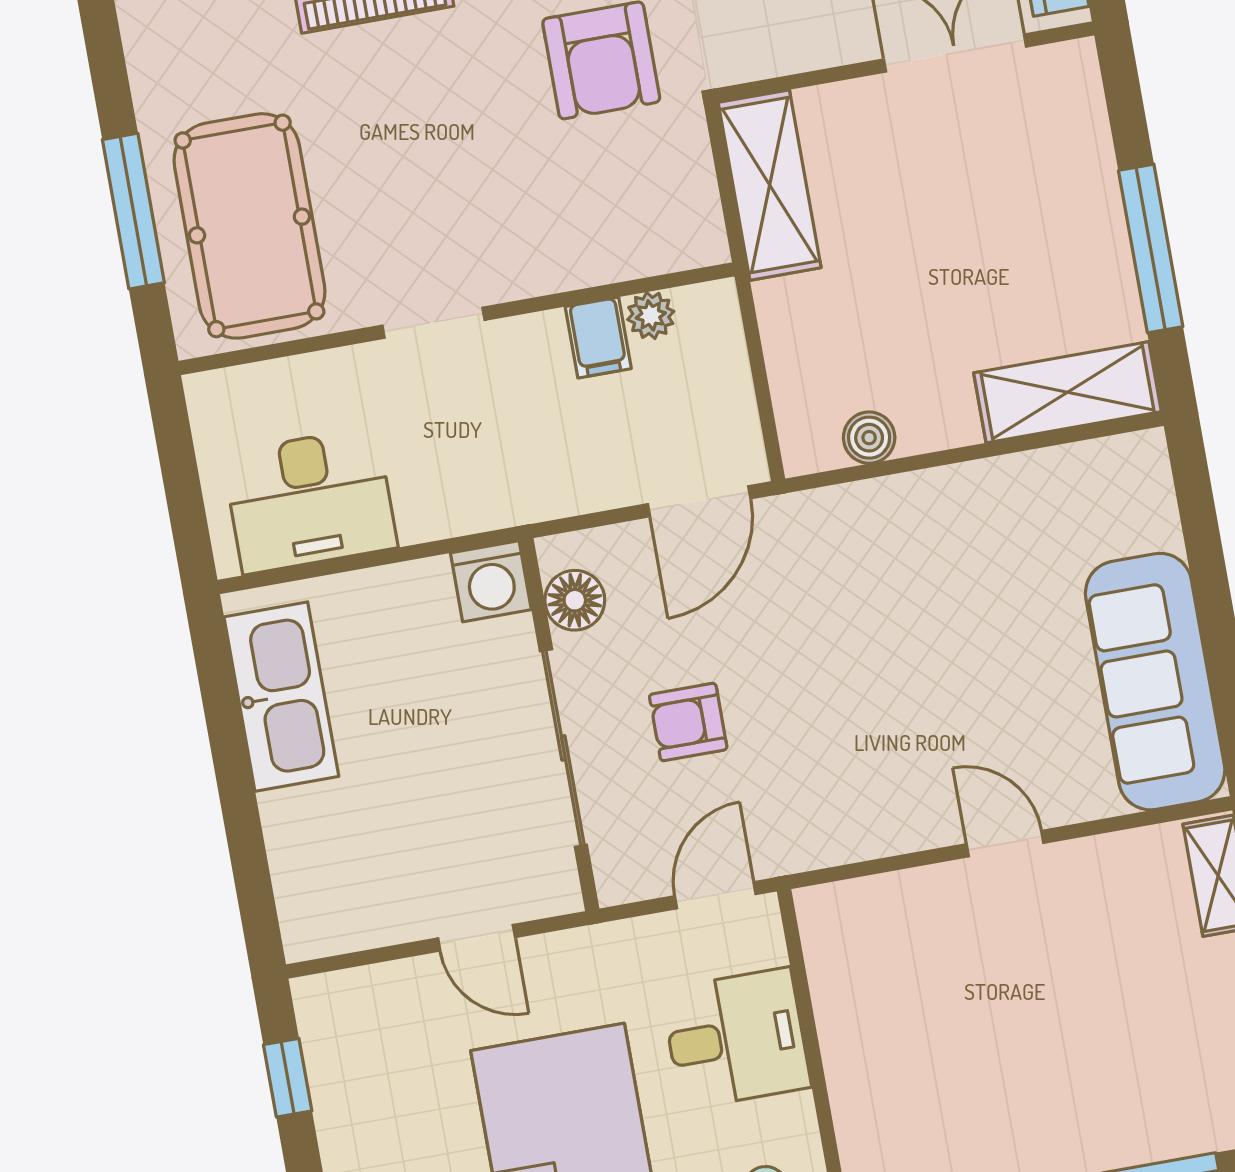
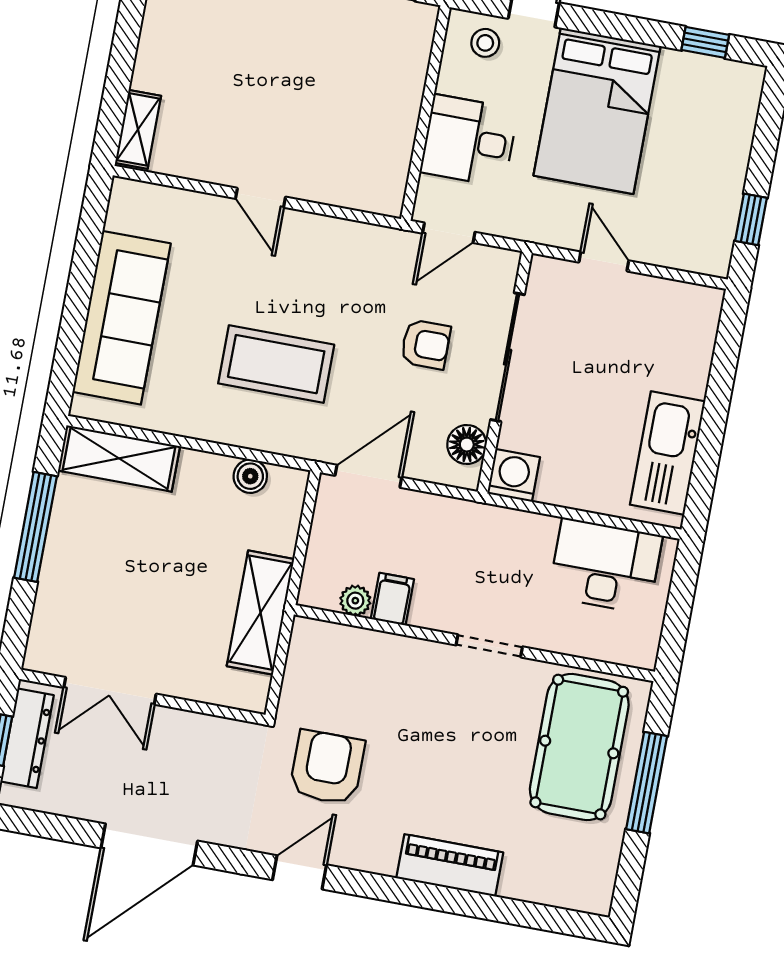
shelving: (770, 185) -> (261, 613), moved
coffee table: (892, 613) -> (276, 364), added
sofa: (1155, 682) -> (122, 318), moved

